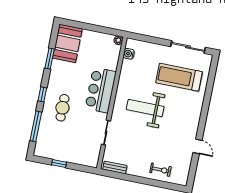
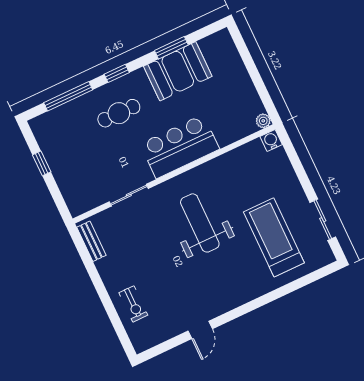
booth: (67, 43) -> (178, 71), moved
sliding door: (188, 47) -> (323, 220), width x0.73
water cooler: (129, 54) -> (271, 141), moved

